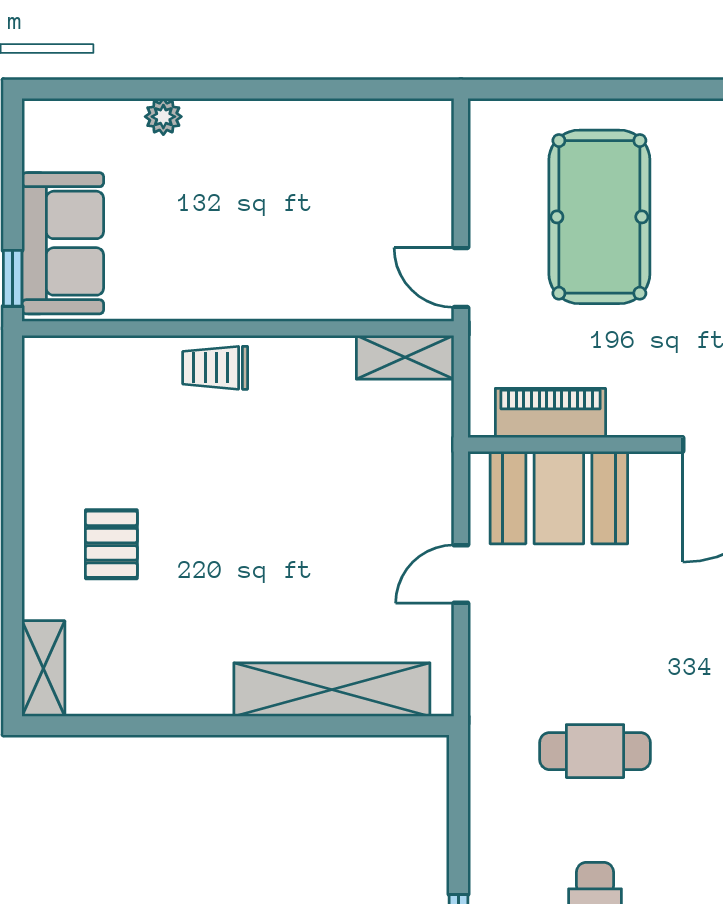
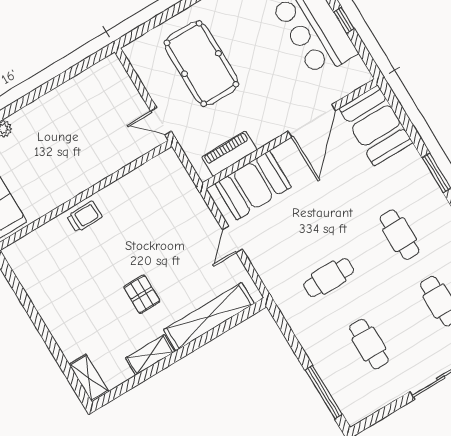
shelving: (405, 357) -> (150, 355), moved
trolley: (215, 368) -> (85, 216), turned 180
pallet: (111, 544) -> (142, 294), moved

